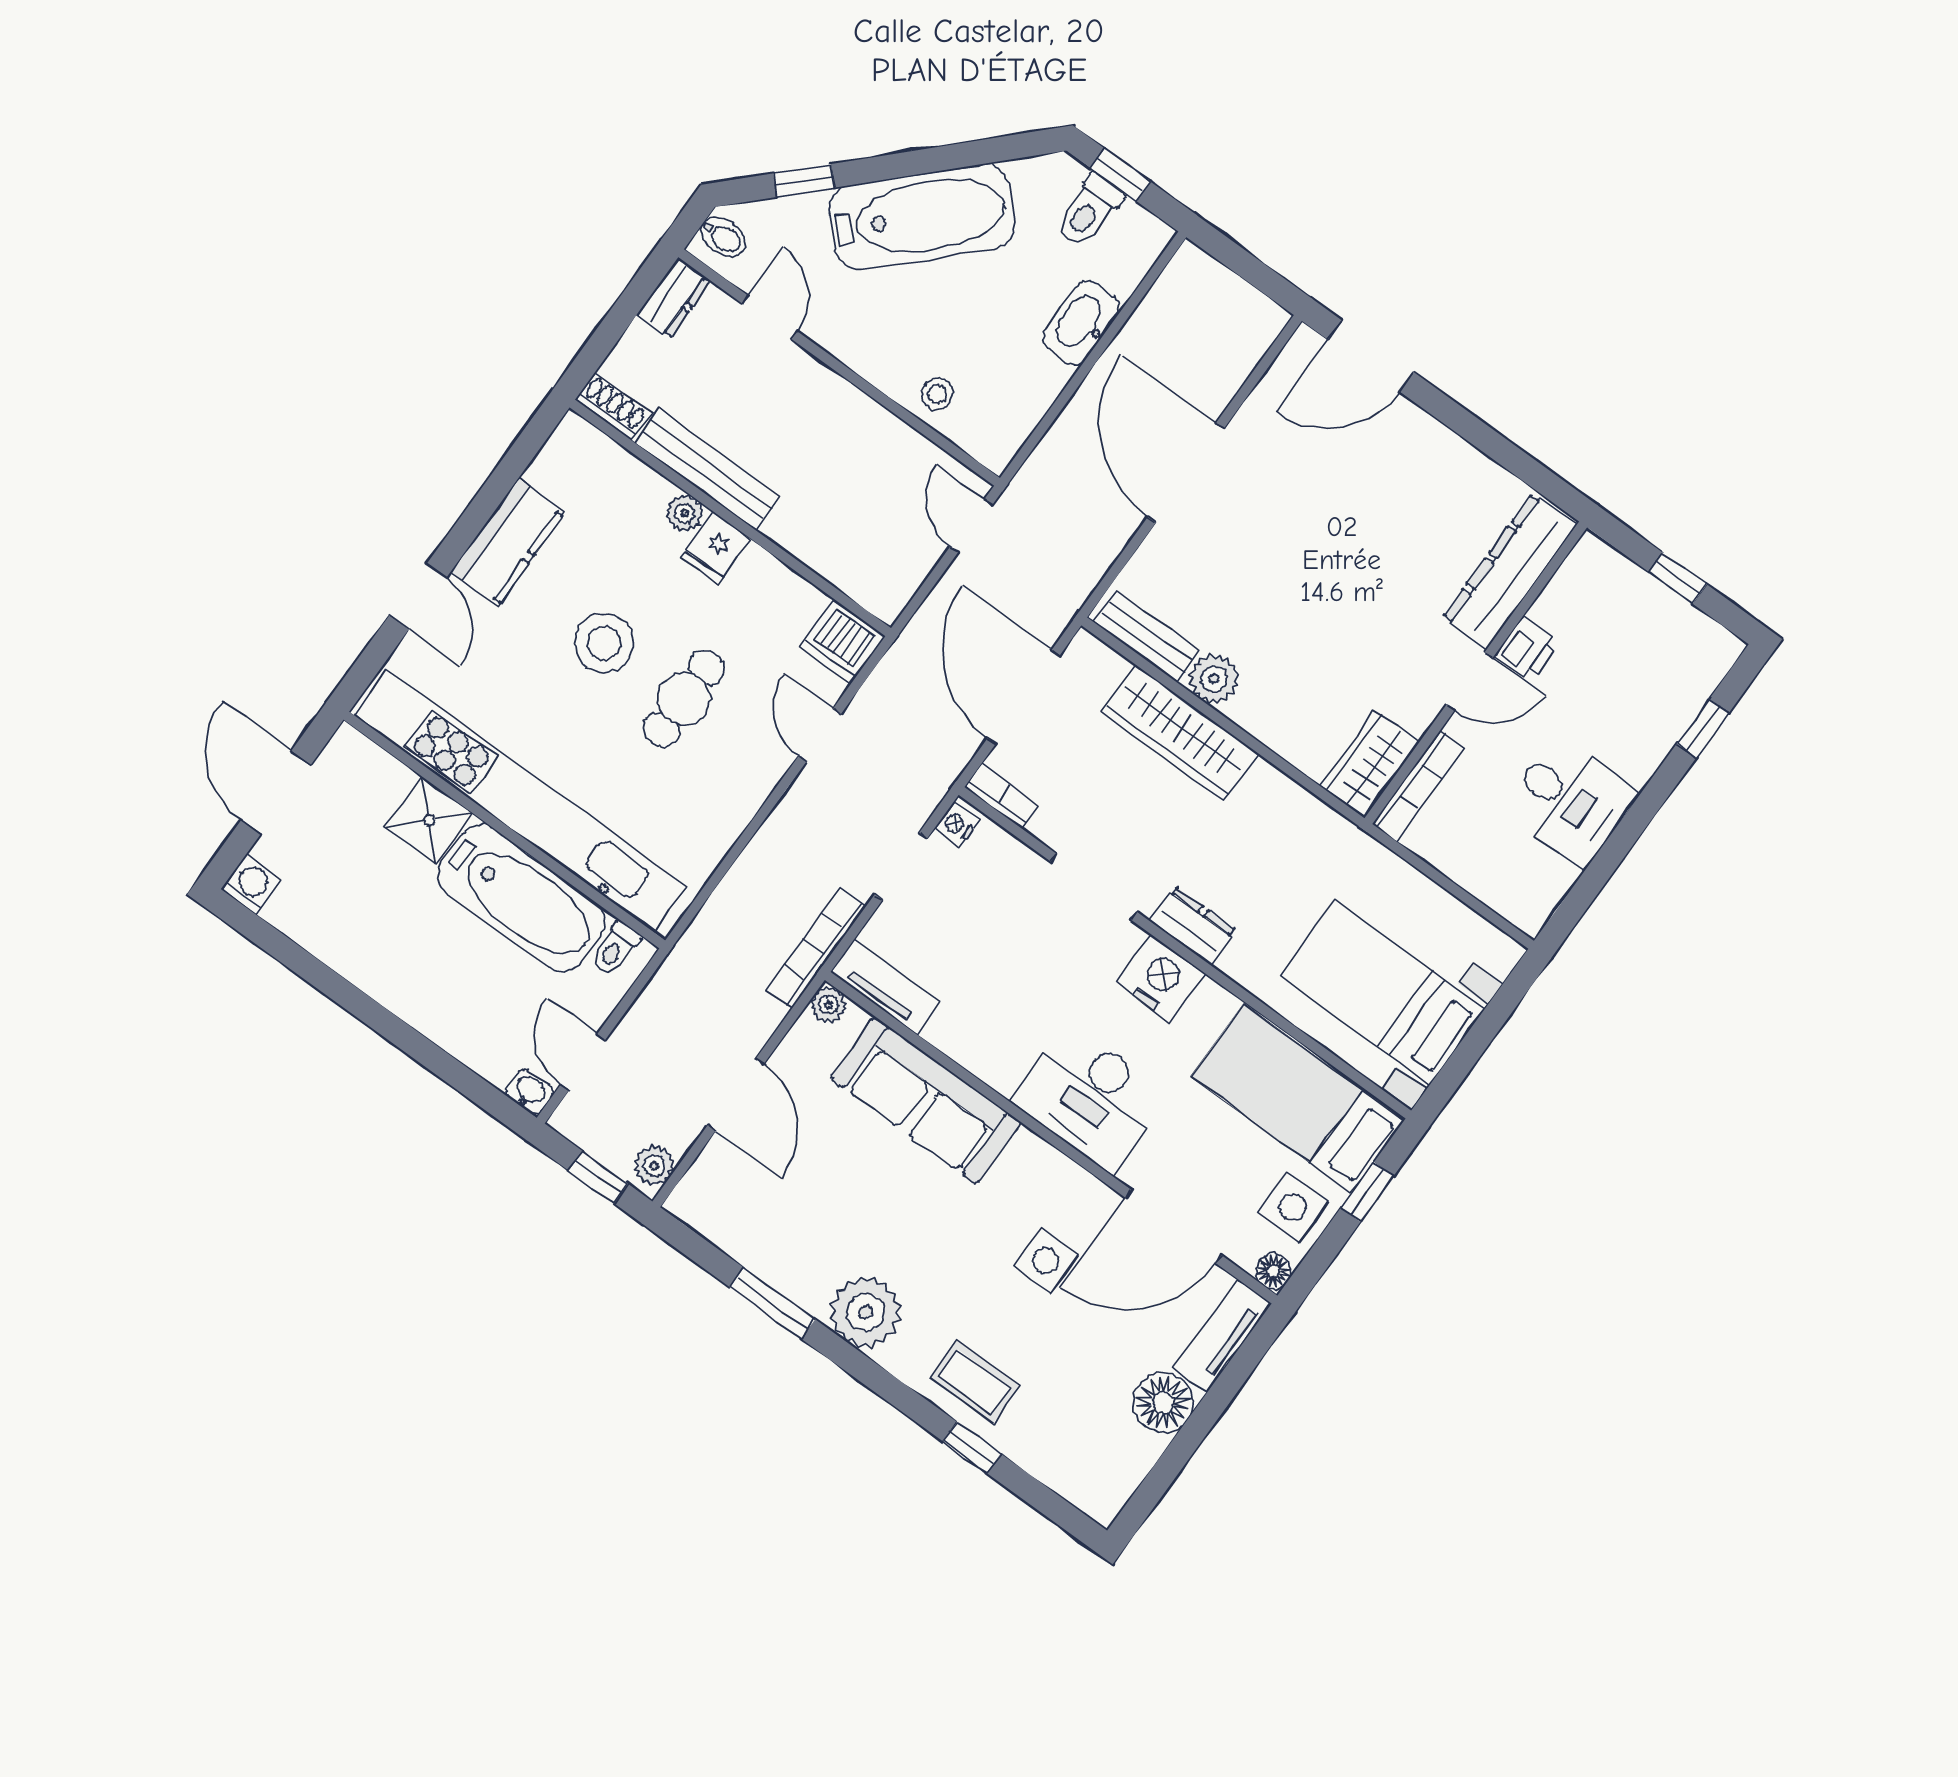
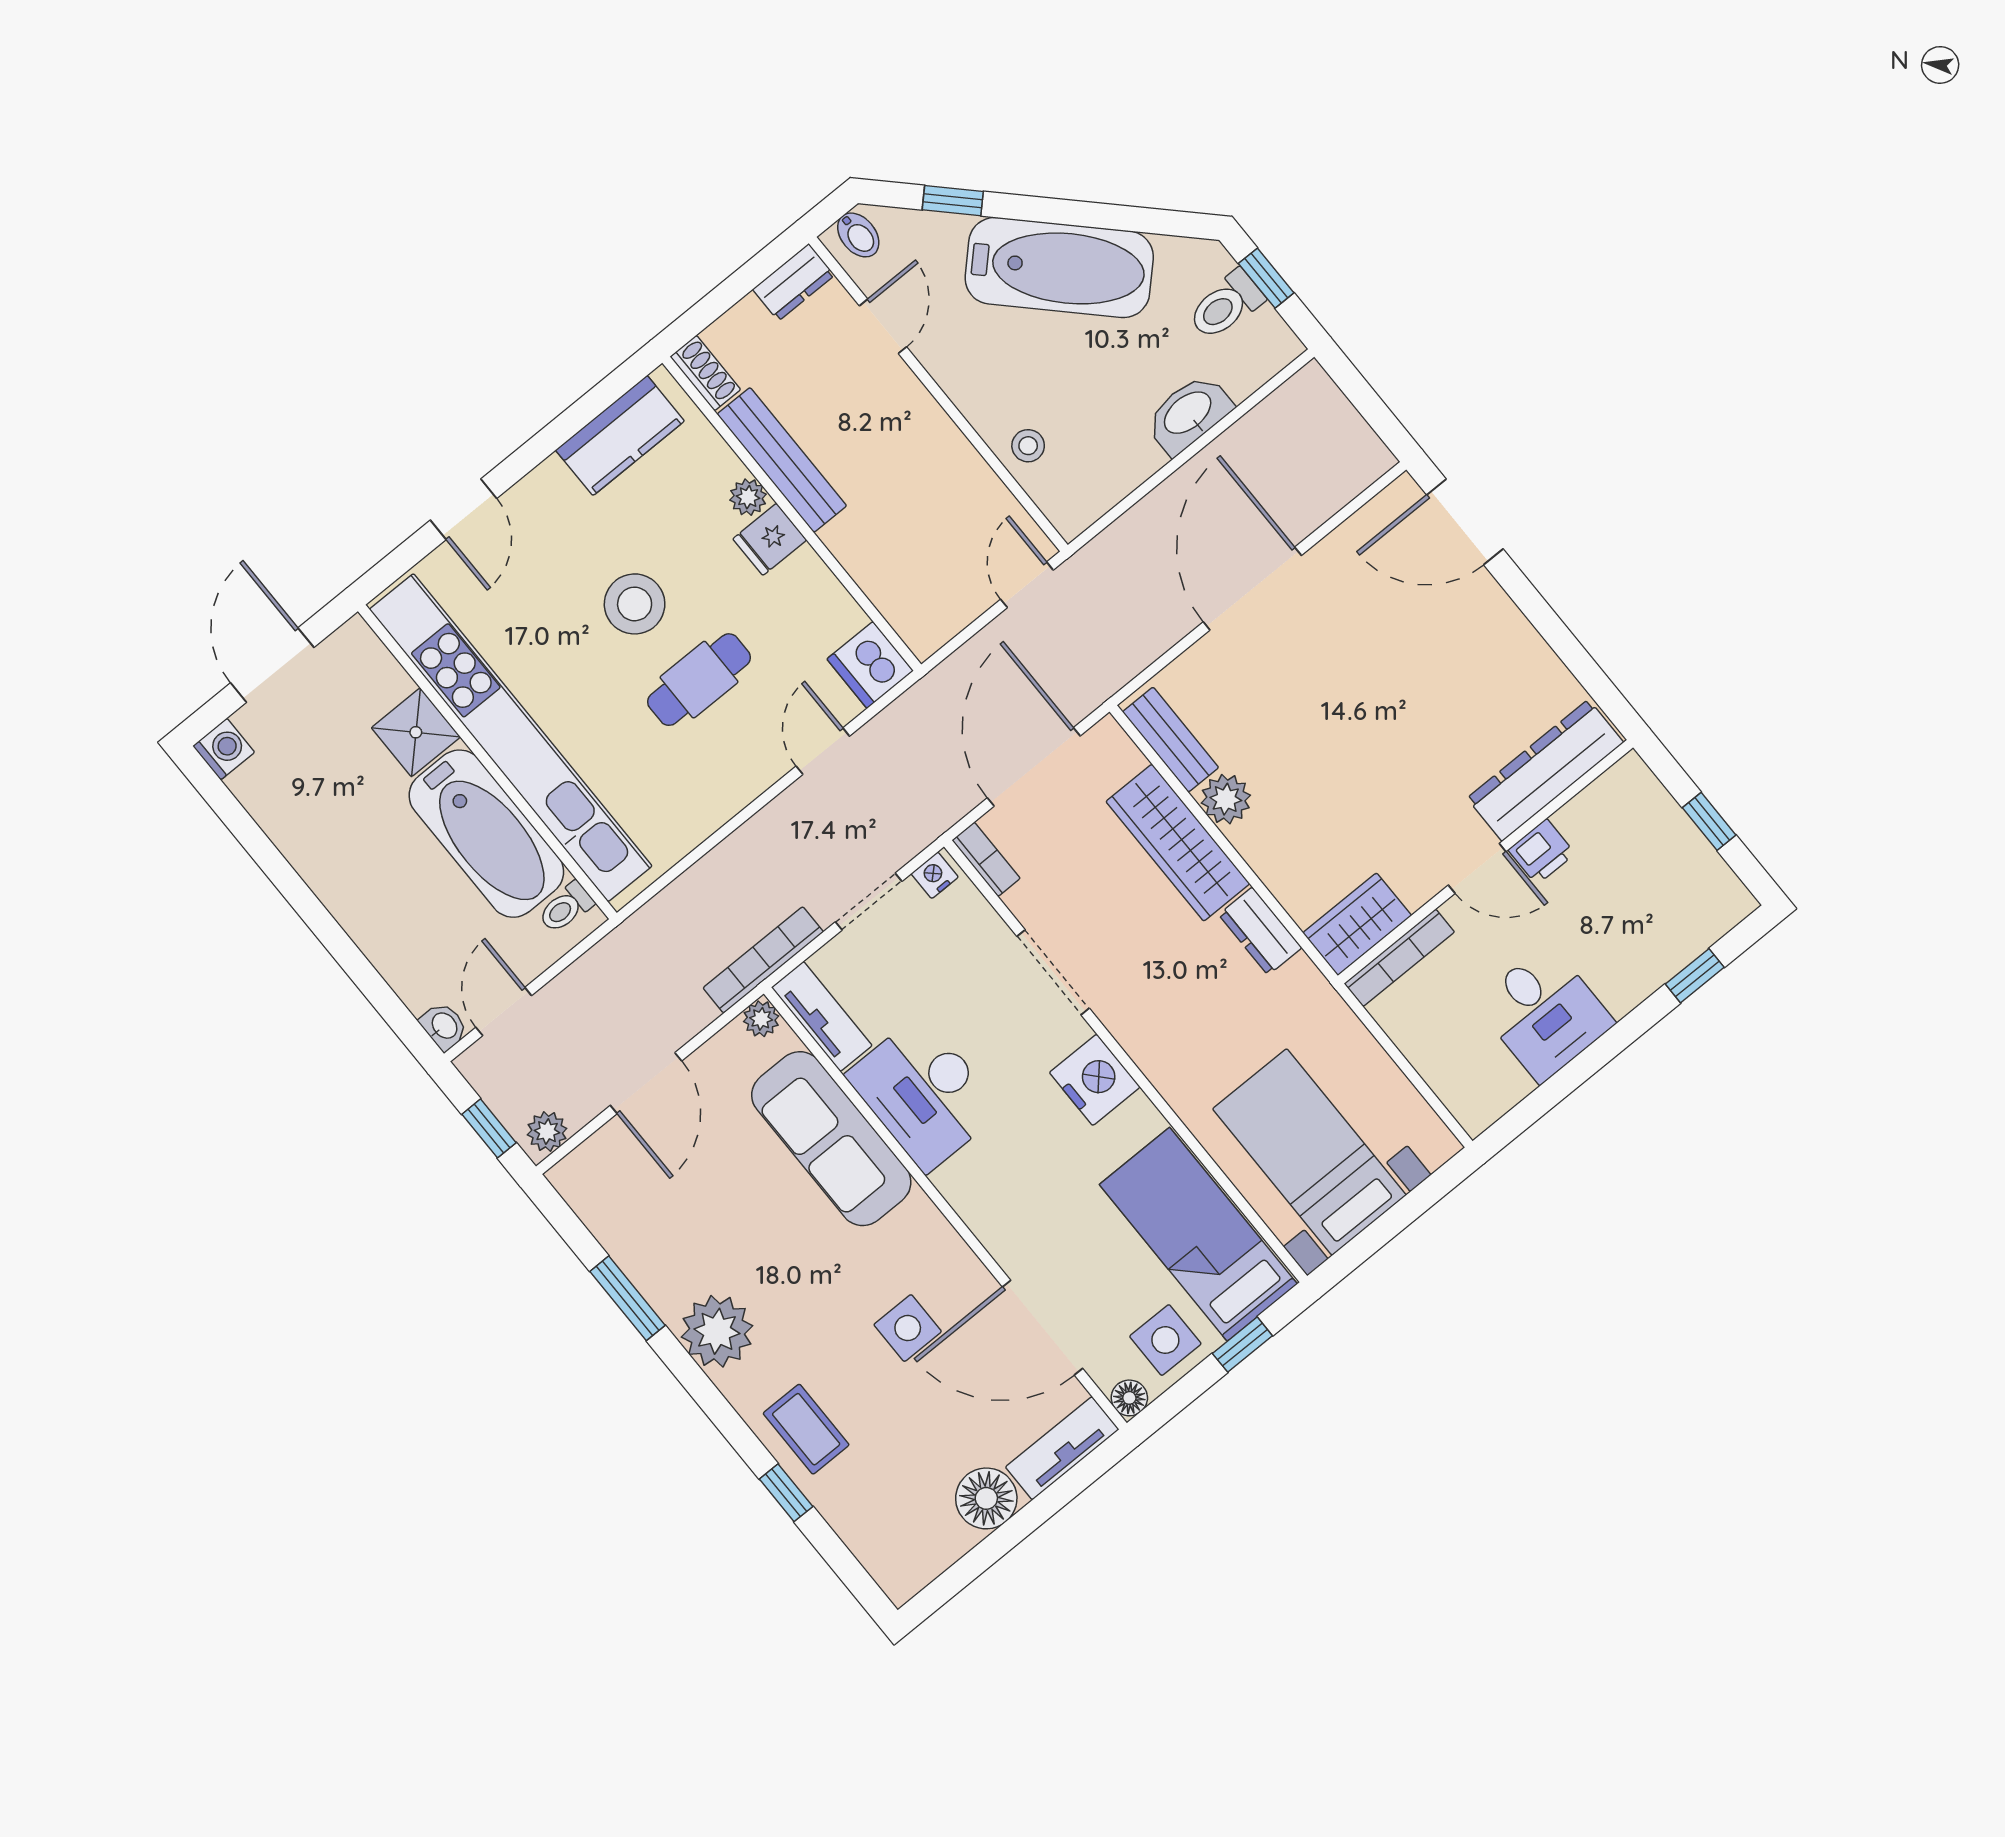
kitchen counter: (508, 542) -> (620, 435), moved
dresser: (1193, 926) -> (1260, 931), moved, turned 180
desk: (1090, 1098) -> (924, 1093), moved

